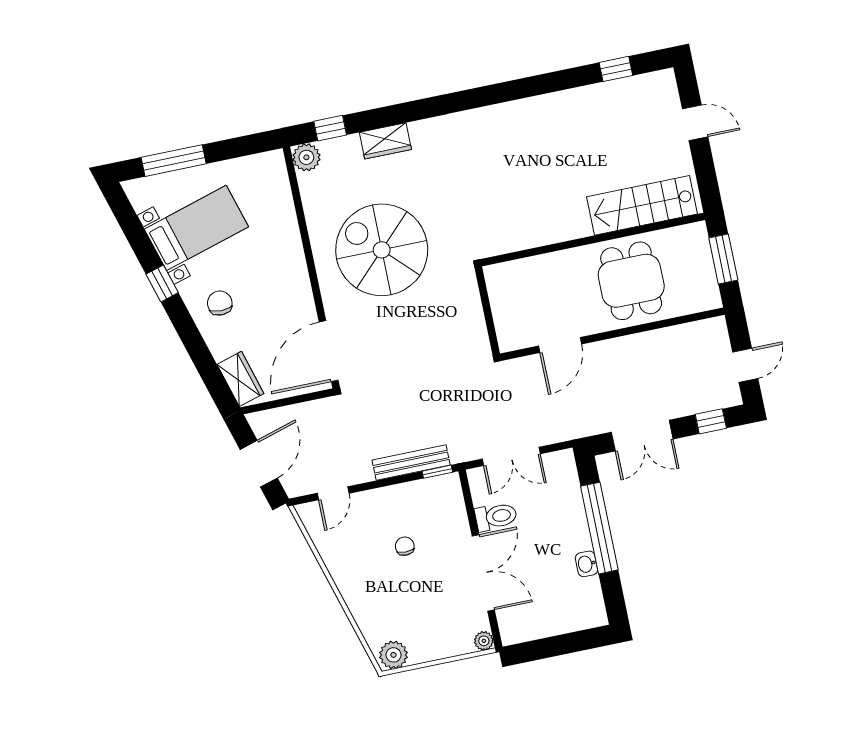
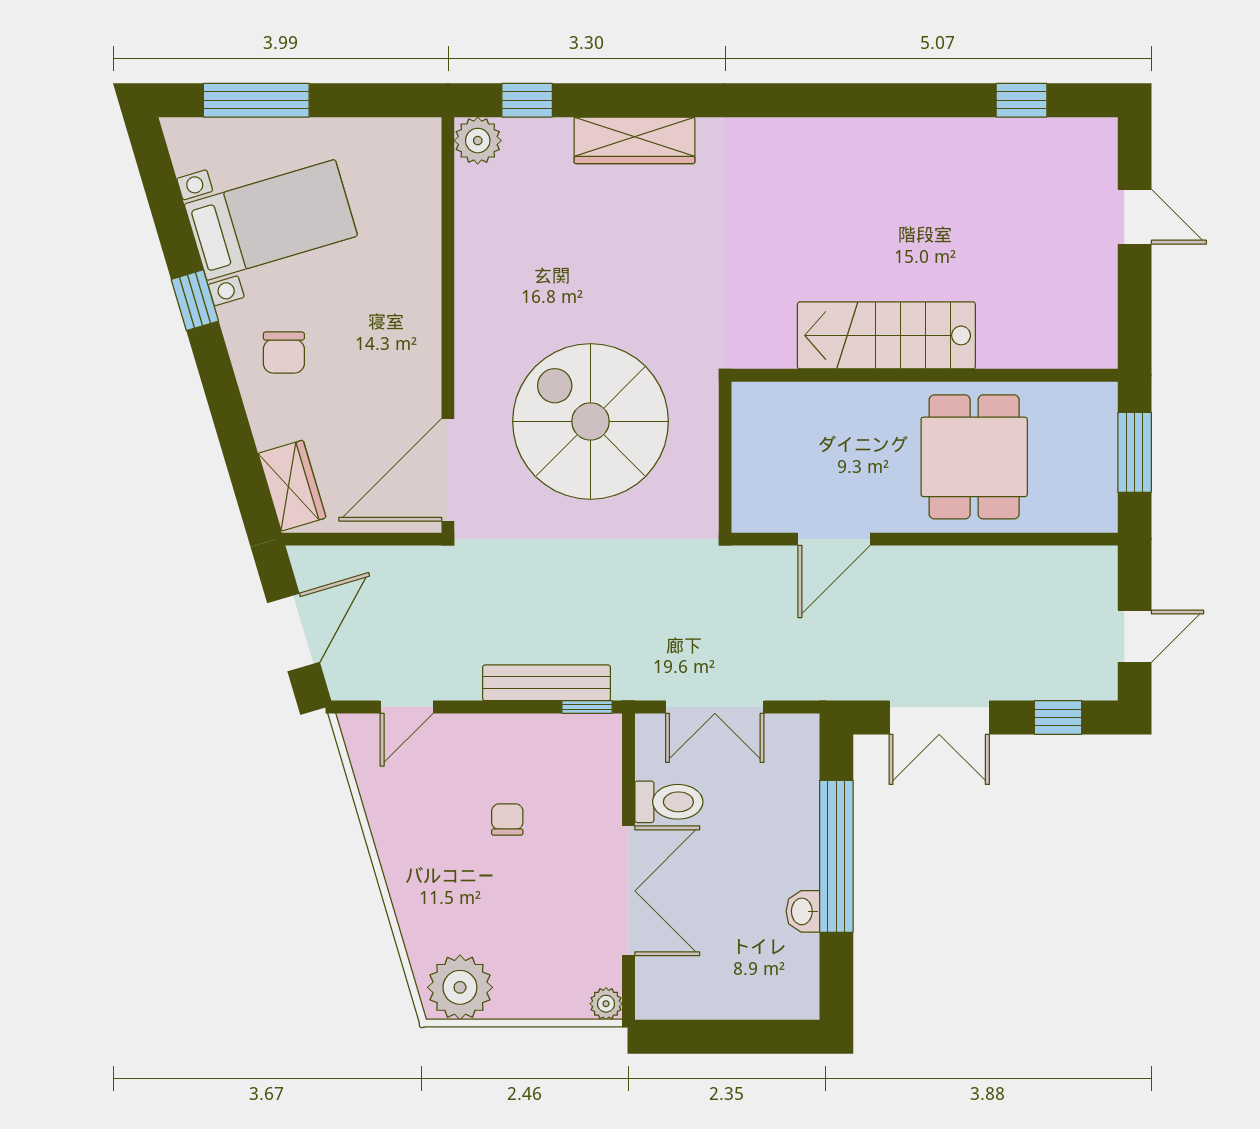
wardrobe: (385, 141) -> (634, 140), width x1.50
stairs: (642, 205) -> (886, 335), moved
spiral stairs: (382, 250) -> (591, 421), moved
chair: (220, 303) -> (284, 353), turned 180
plant: (394, 655) -> (460, 987), width x1.36, depth x1.36

